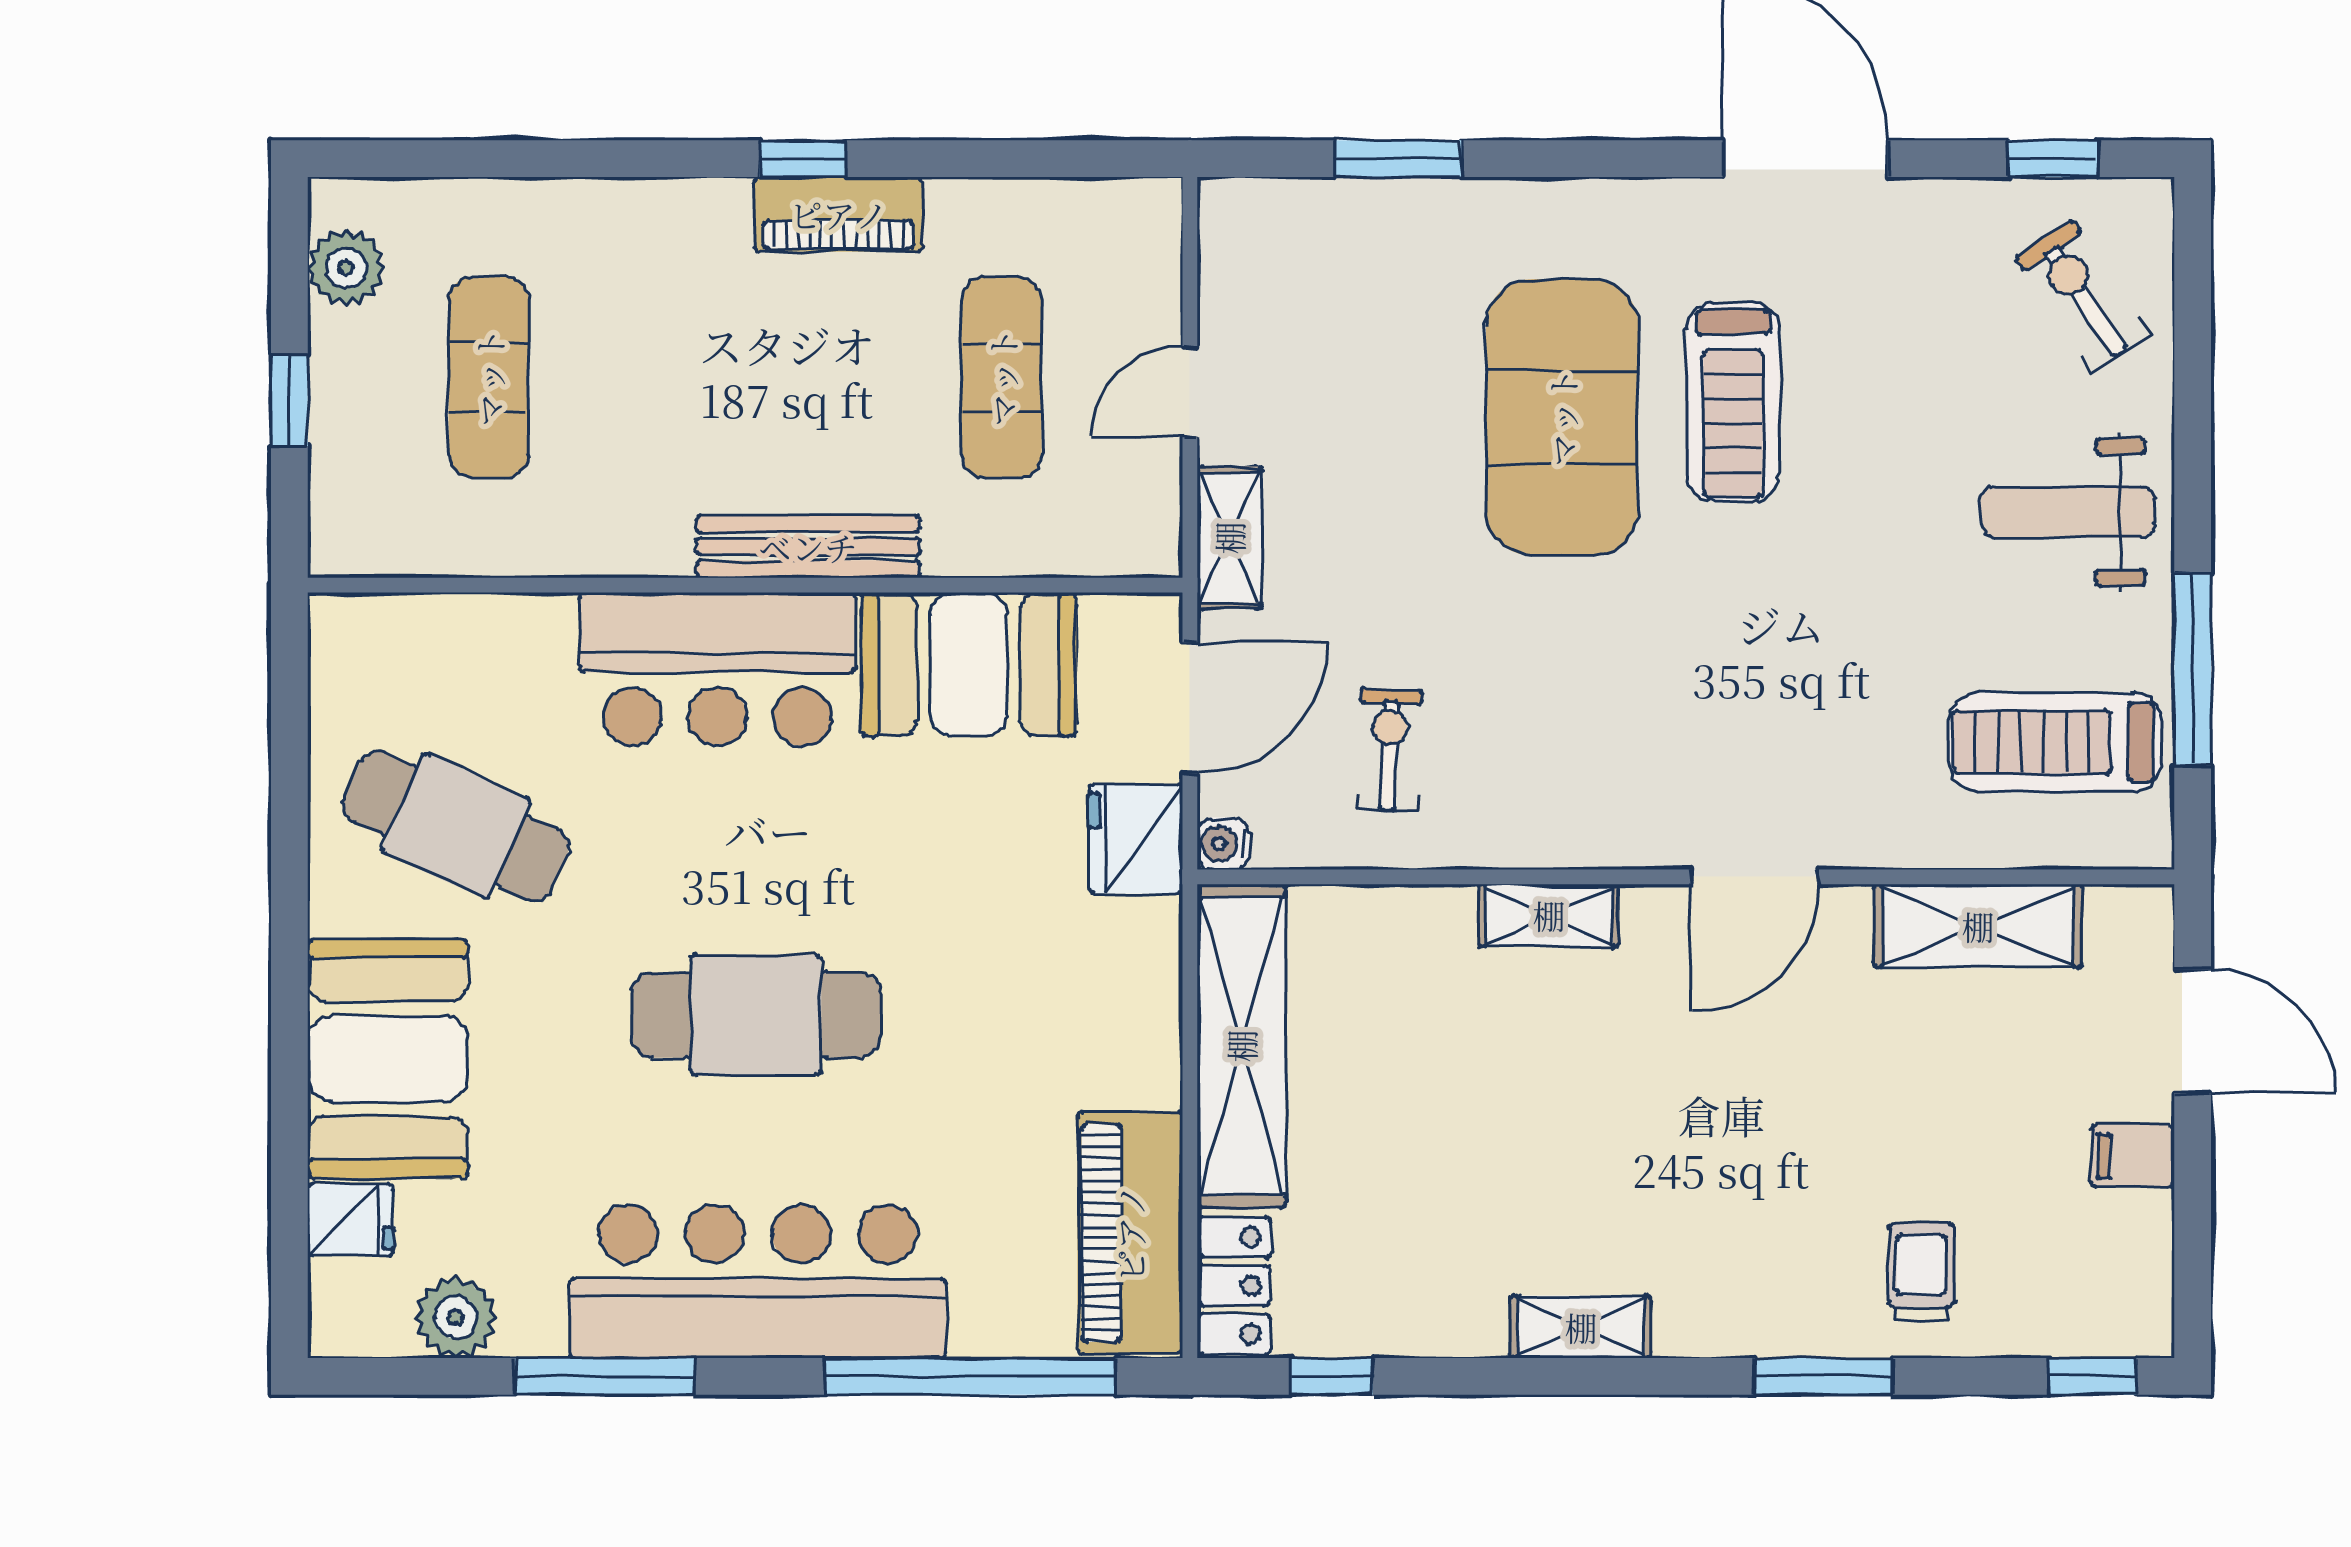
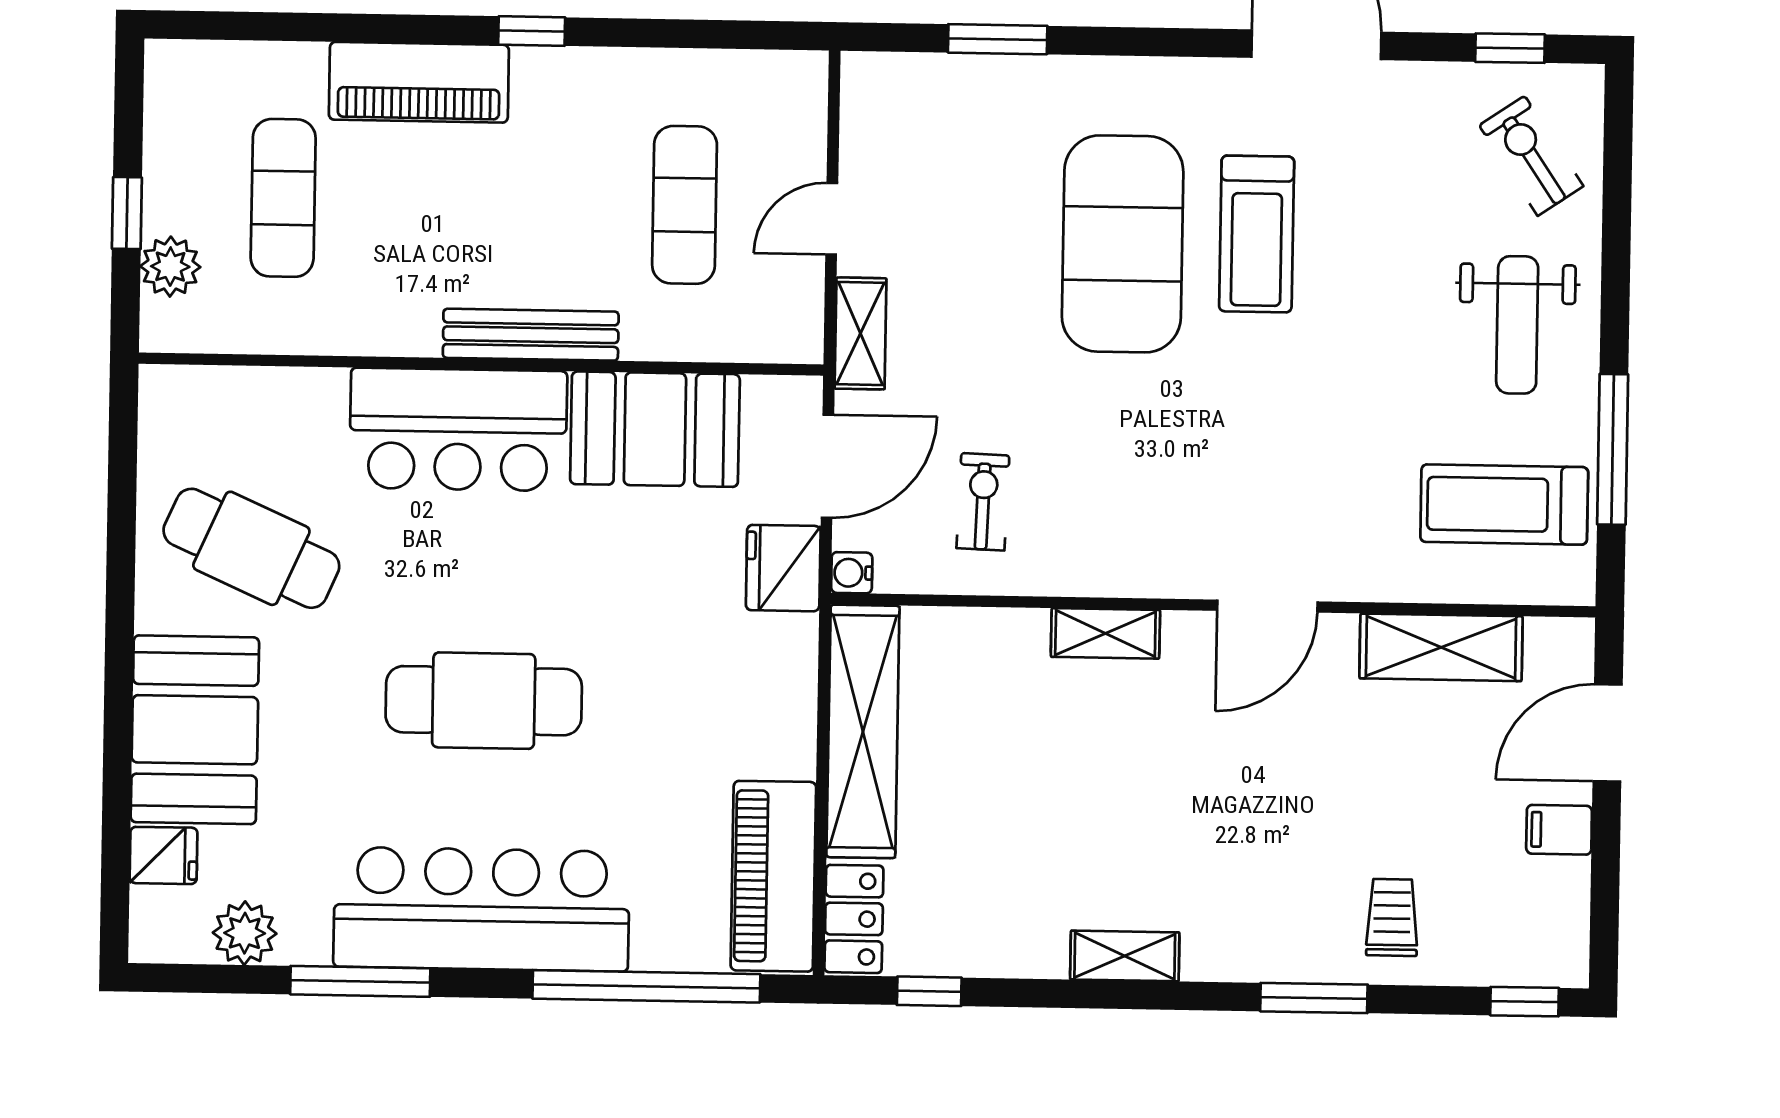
piano: (839, 214) -> (419, 82), moved, width x1.37, depth x1.33
plant: (346, 268) -> (170, 267), moved
weight bench: (2068, 512) -> (1517, 325), turned -90
door: (2193, 1031) -> (1608, 733), swing flipped

